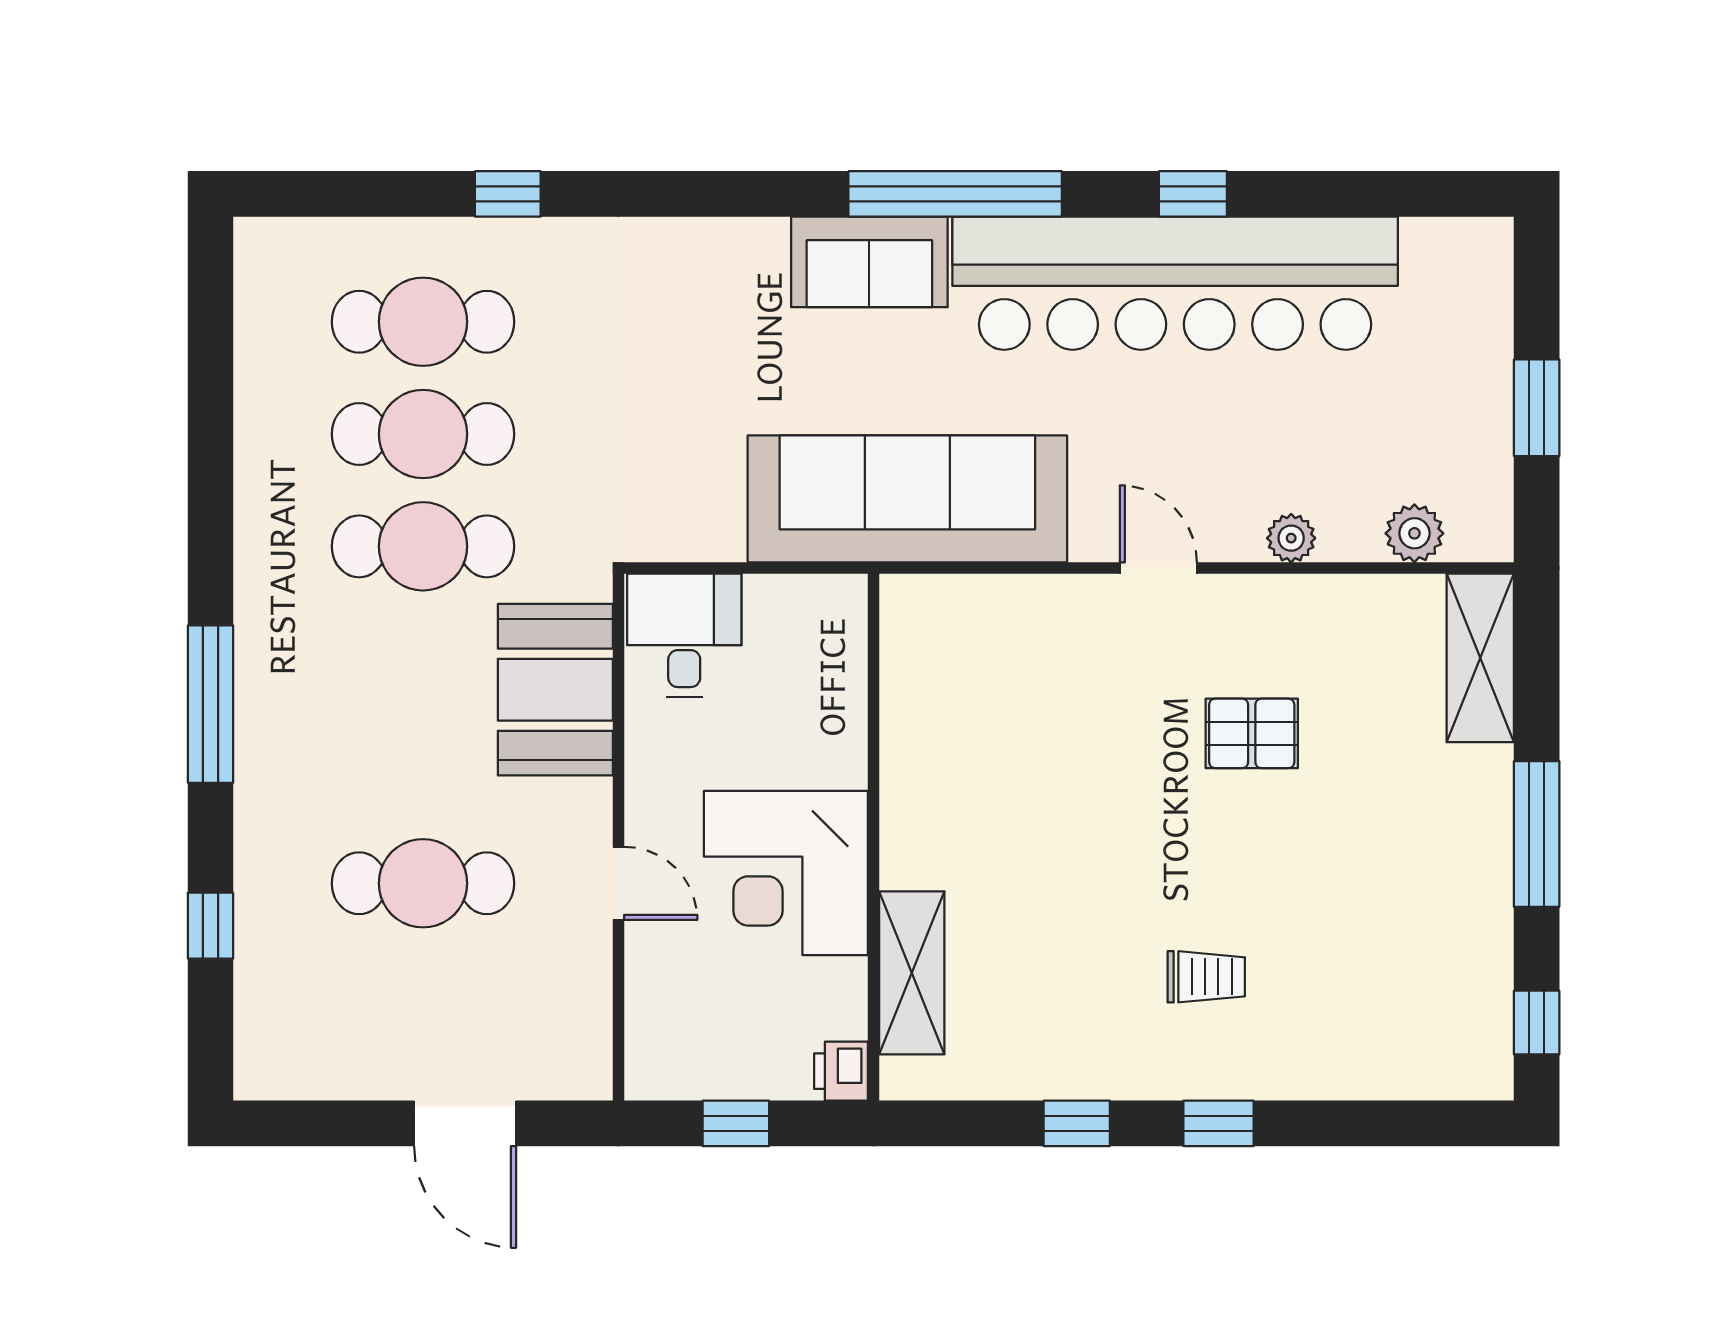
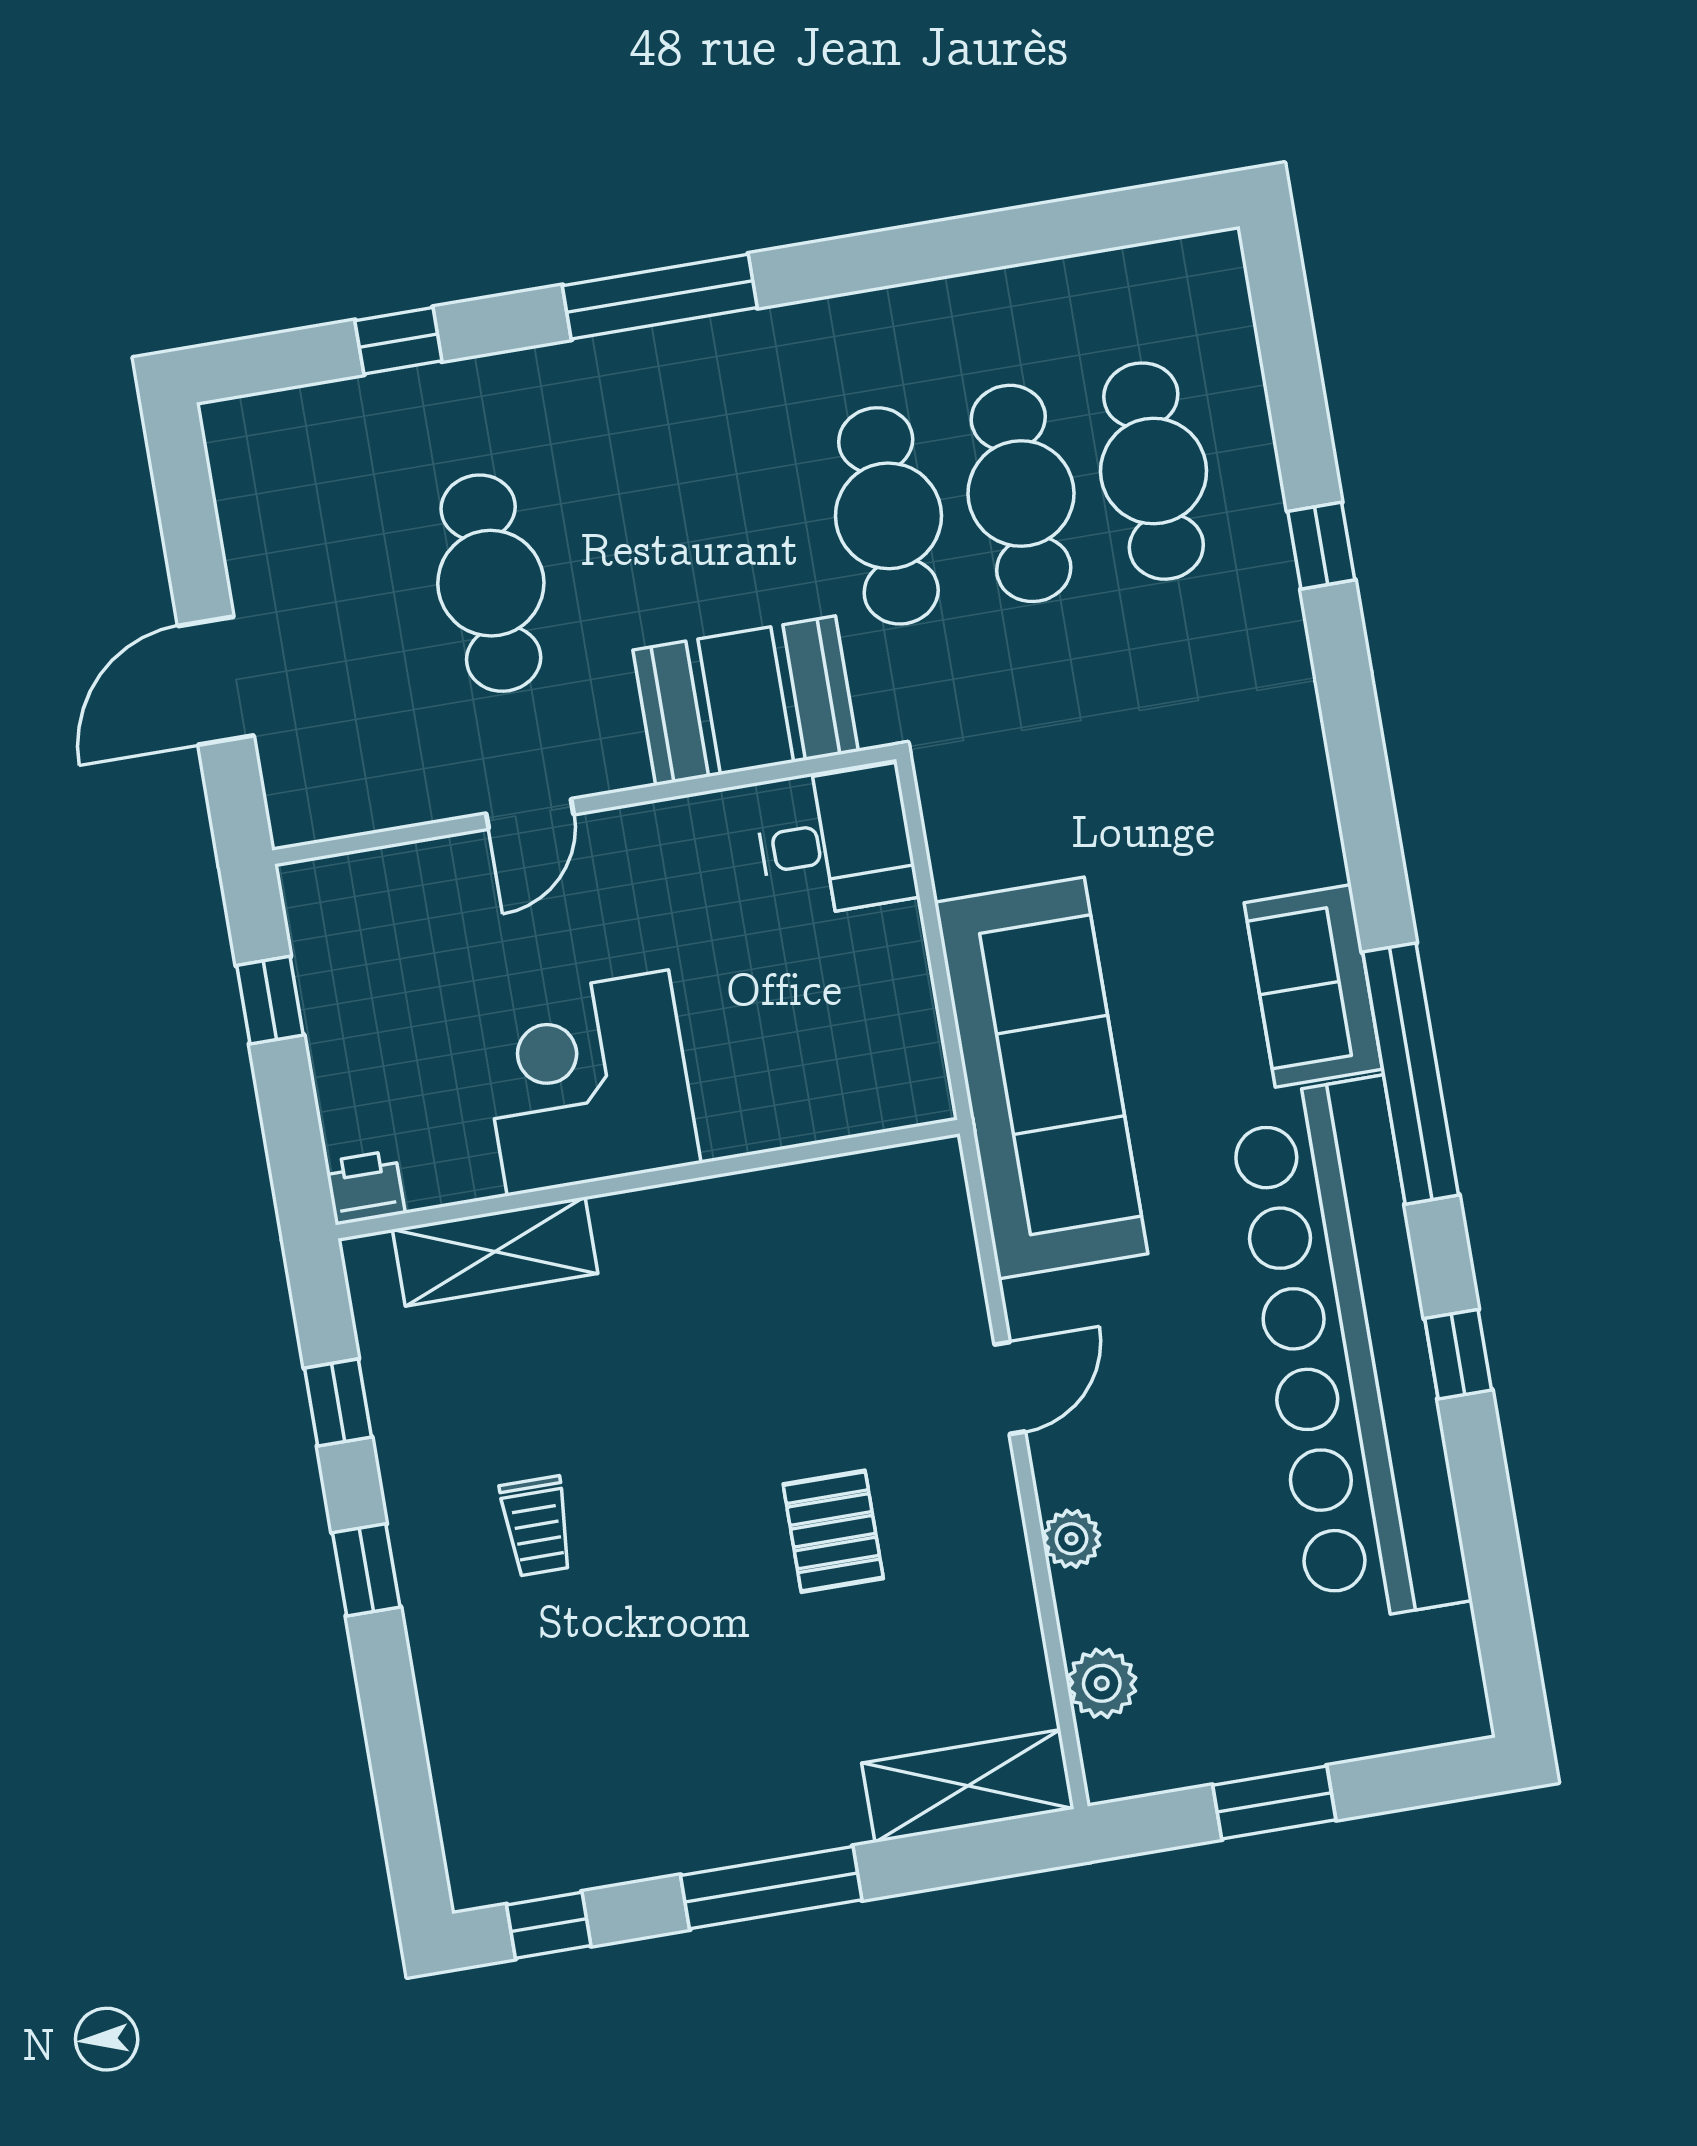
wall: (874, 837) -> (648, 1179), moved
corner desk: (786, 873) -> (588, 1083), moved
shelving: (912, 973) -> (495, 1252), moved
printer: (841, 1071) -> (365, 1188), moved

